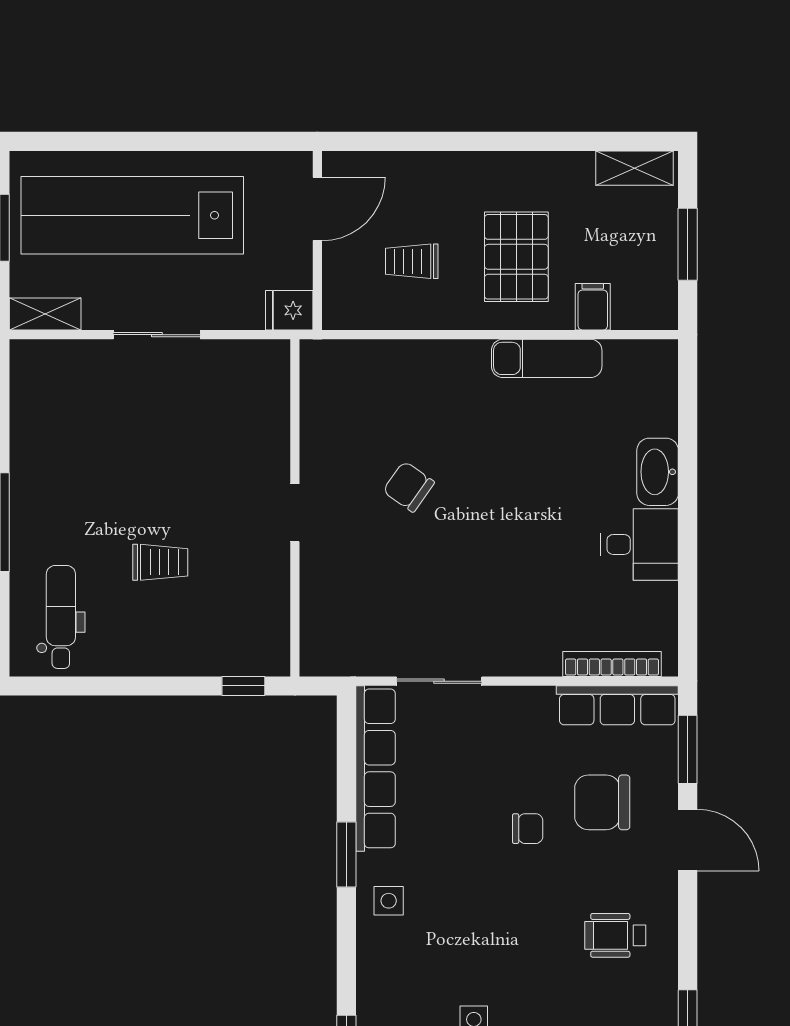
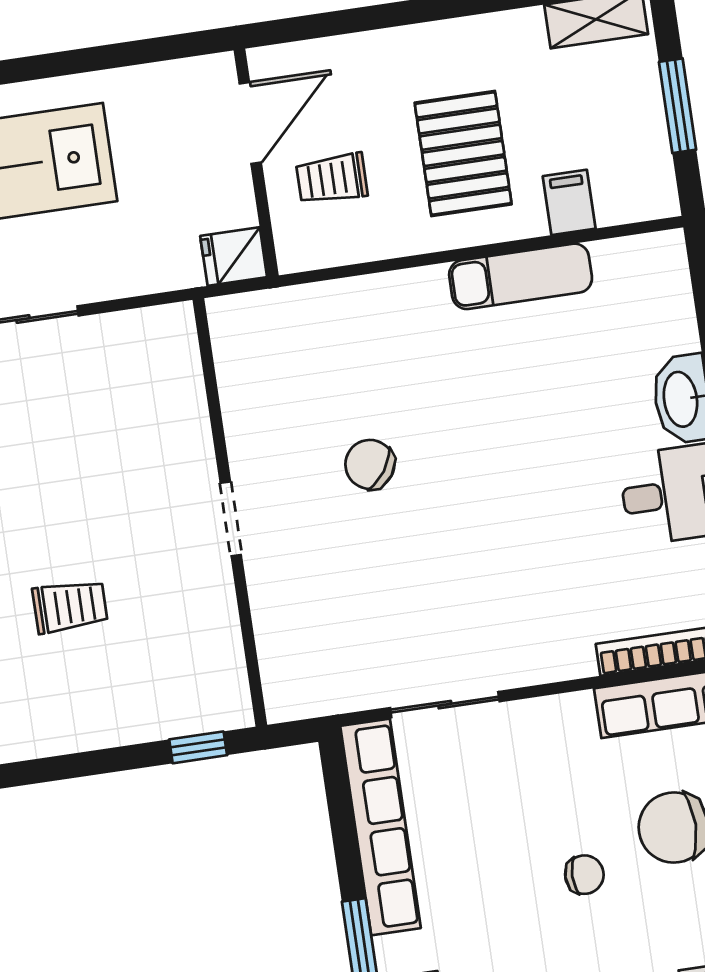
door: (317, 209) -> (250, 123), moved
wall: (317, 240) -> (256, 163), moved
fridge: (289, 310) -> (234, 257), moved

